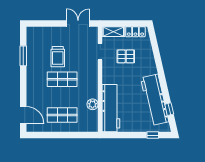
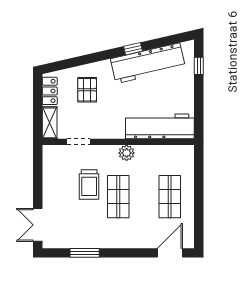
double door: (78, 23) -> (38, 225), moved
pallet: (126, 56) -> (87, 90), moved
trolley: (58, 57) -> (89, 184), moved, turned 90
plant: (93, 104) -> (127, 153), moved
window: (169, 109) -> (133, 49), moved

